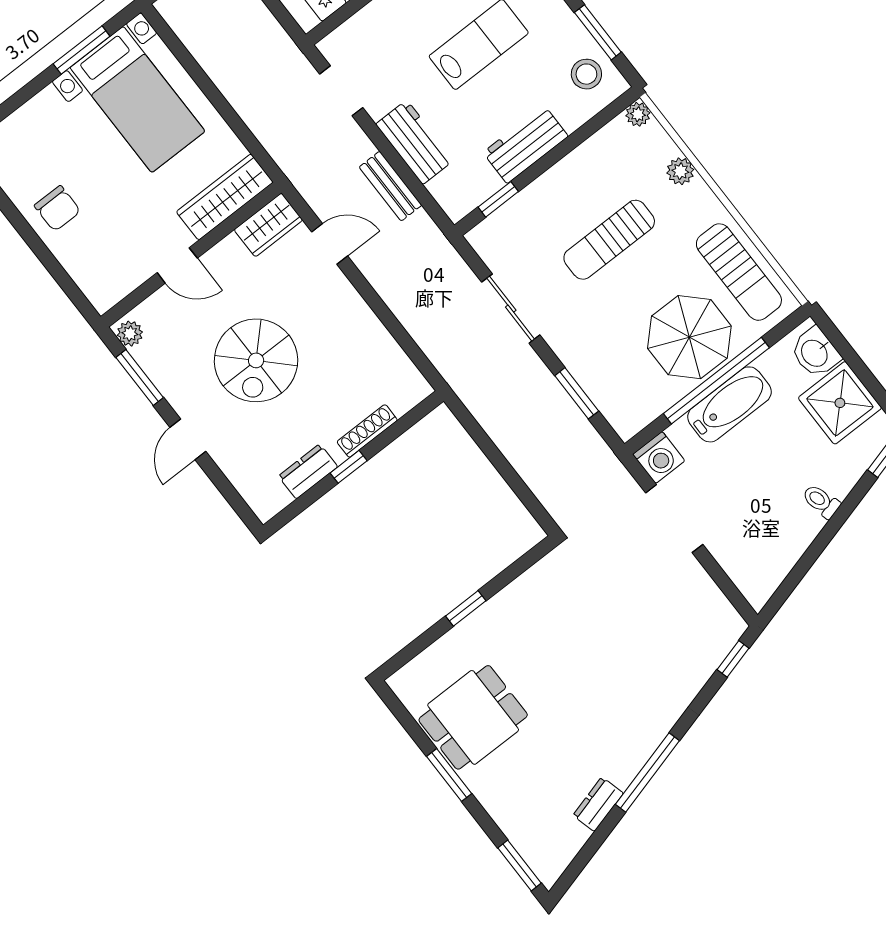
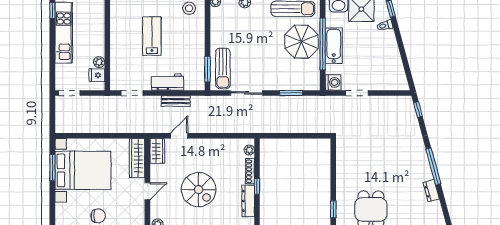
bed with nightstands: (137, 99) -> (83, 170), width x1.36
workbench: (526, 144) -> (197, 46), removed
window: (498, 199) -> (208, 69), width x1.50
sun lounger: (609, 240) -> (223, 68), moved
plant: (406, 398) -> (249, 150), added
dresser: (308, 471) -> (248, 201), width x1.44
toilet: (821, 501) -> (385, 26), moved
doorway: (674, 519) -> (357, 93), width x0.73
window: (466, 608) -> (333, 209), moved

